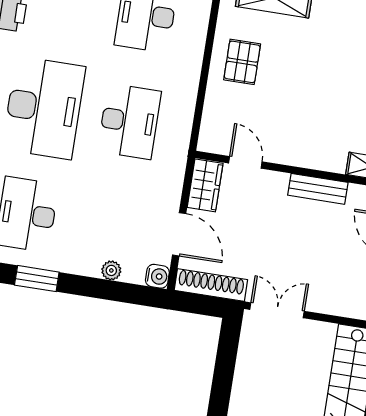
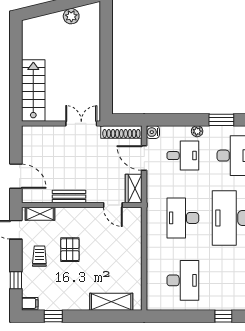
pallet: (242, 62) -> (70, 250), moved
desk: (112, 228) -> (183, 156), added
plant: (111, 270) -> (197, 131), moved
double door: (277, 310) -> (81, 123), swing flipped

